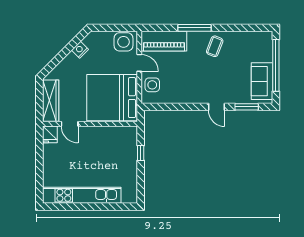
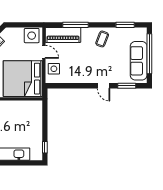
window: (194, 28) -> (76, 25), moved
window: (245, 28) -> (125, 25), added
sofa: (262, 81) -> (139, 61), width x1.36
window: (141, 153) -> (45, 147), moved

